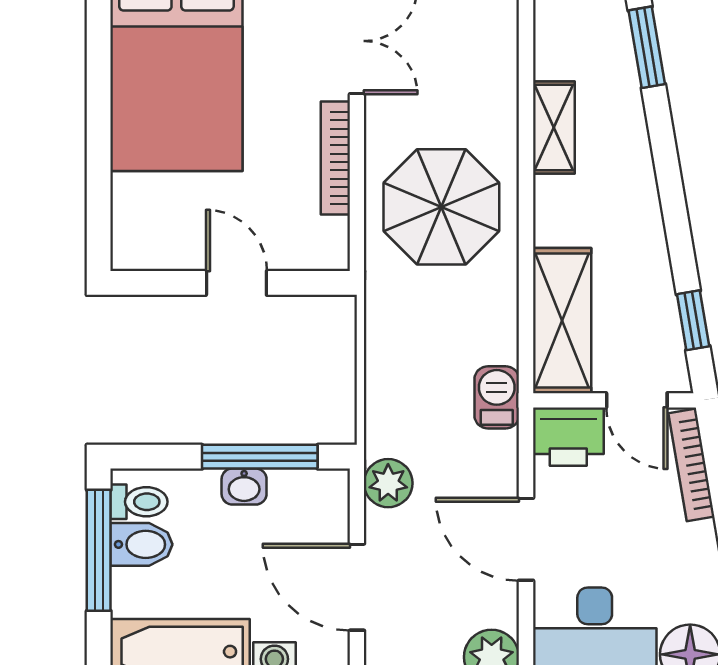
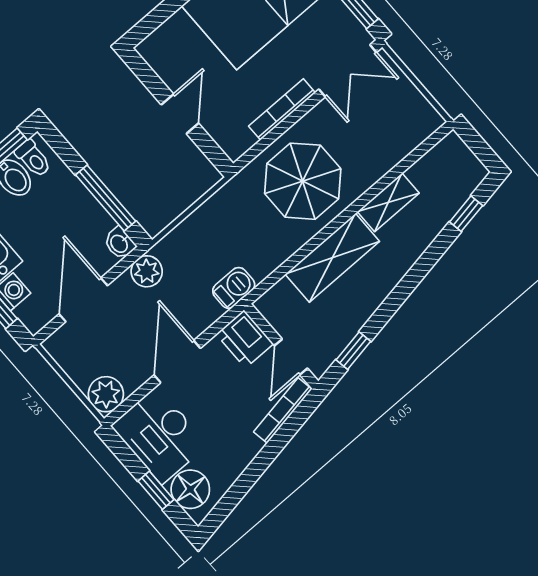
window: (647, 47) -> (466, 214), width x0.67
shelving: (562, 321) -> (332, 258), moved
washbasin: (244, 487) -> (120, 243), moved

